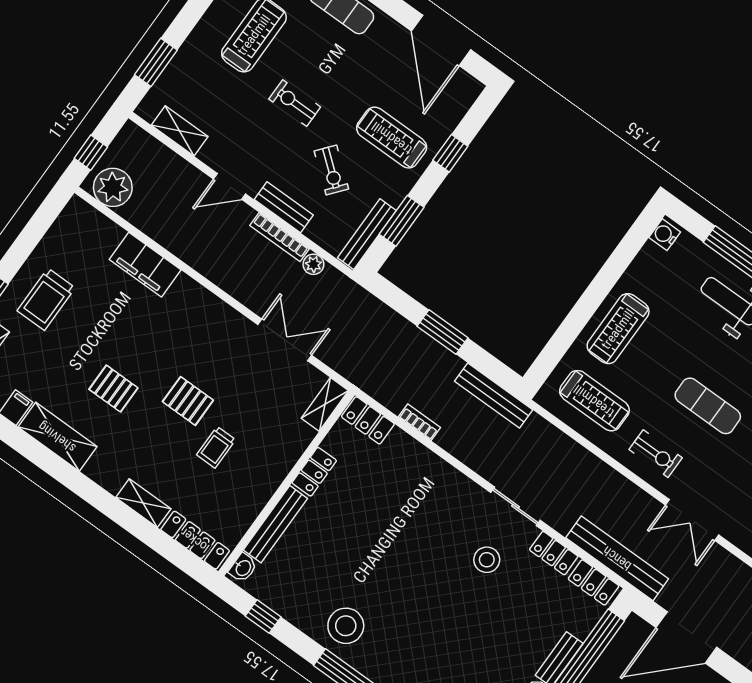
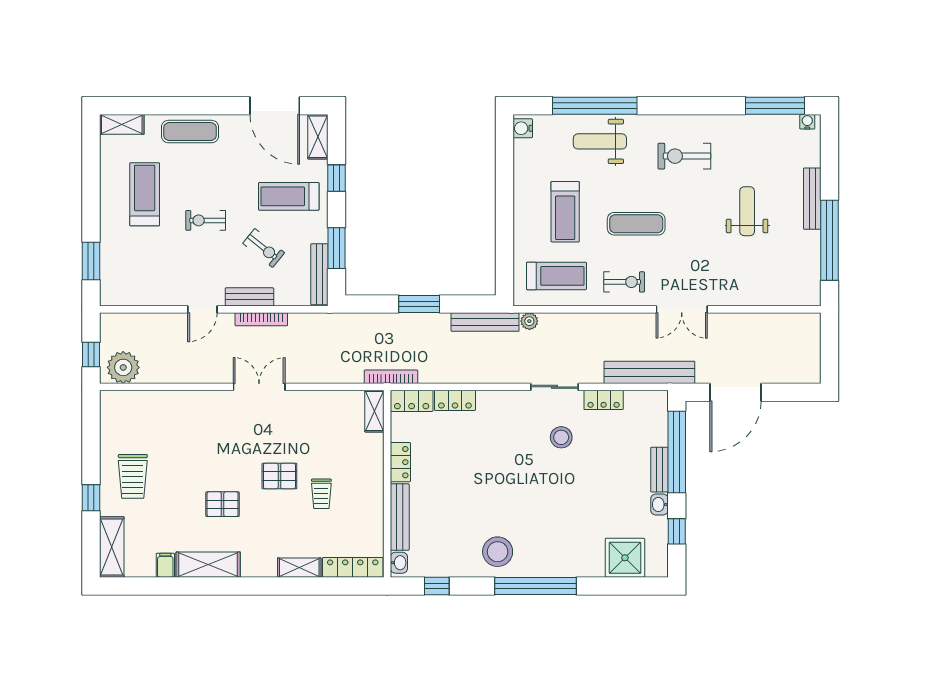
shelving: (180, 131) -> (318, 137), moved, turned 90
plant: (313, 264) -> (529, 321), moved
filing cabinet: (145, 265) -> (183, 404), removed
treadmill: (618, 329) -> (565, 212), moved
double door: (285, 340) -> (259, 387), moved
bookcase: (419, 422) -> (391, 377), moved, width x1.56
locker: (594, 582) -> (455, 400), moved

